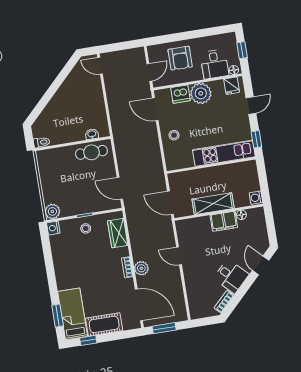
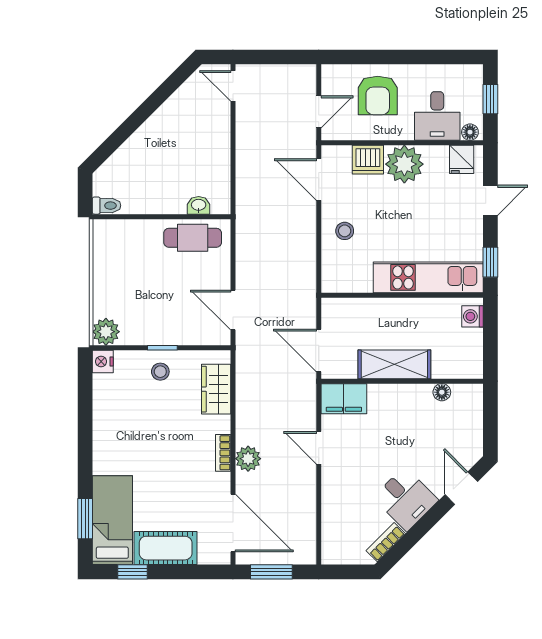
washing machine: (256, 198) -> (473, 316), moved
filing cabinet: (224, 221) -> (344, 399), moved

